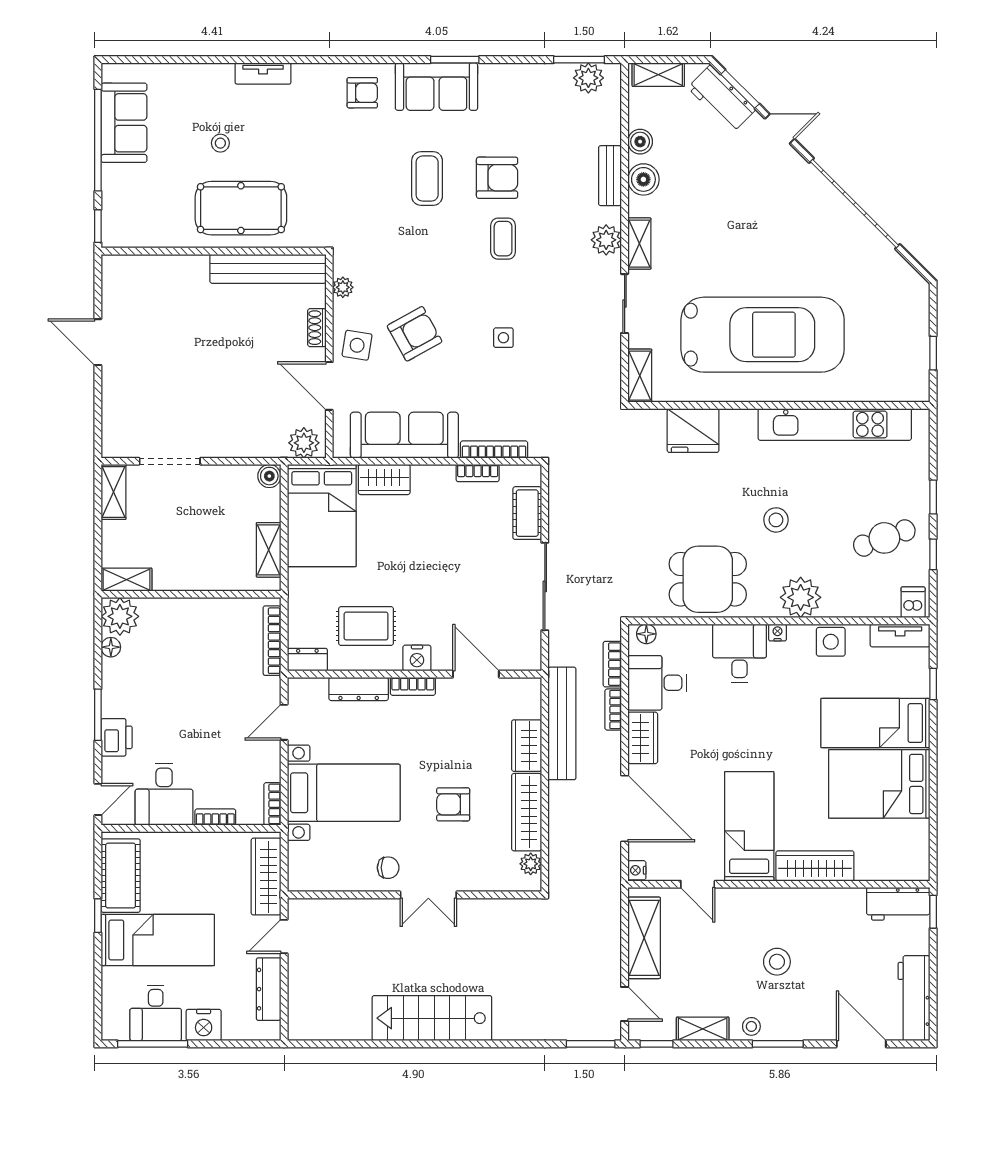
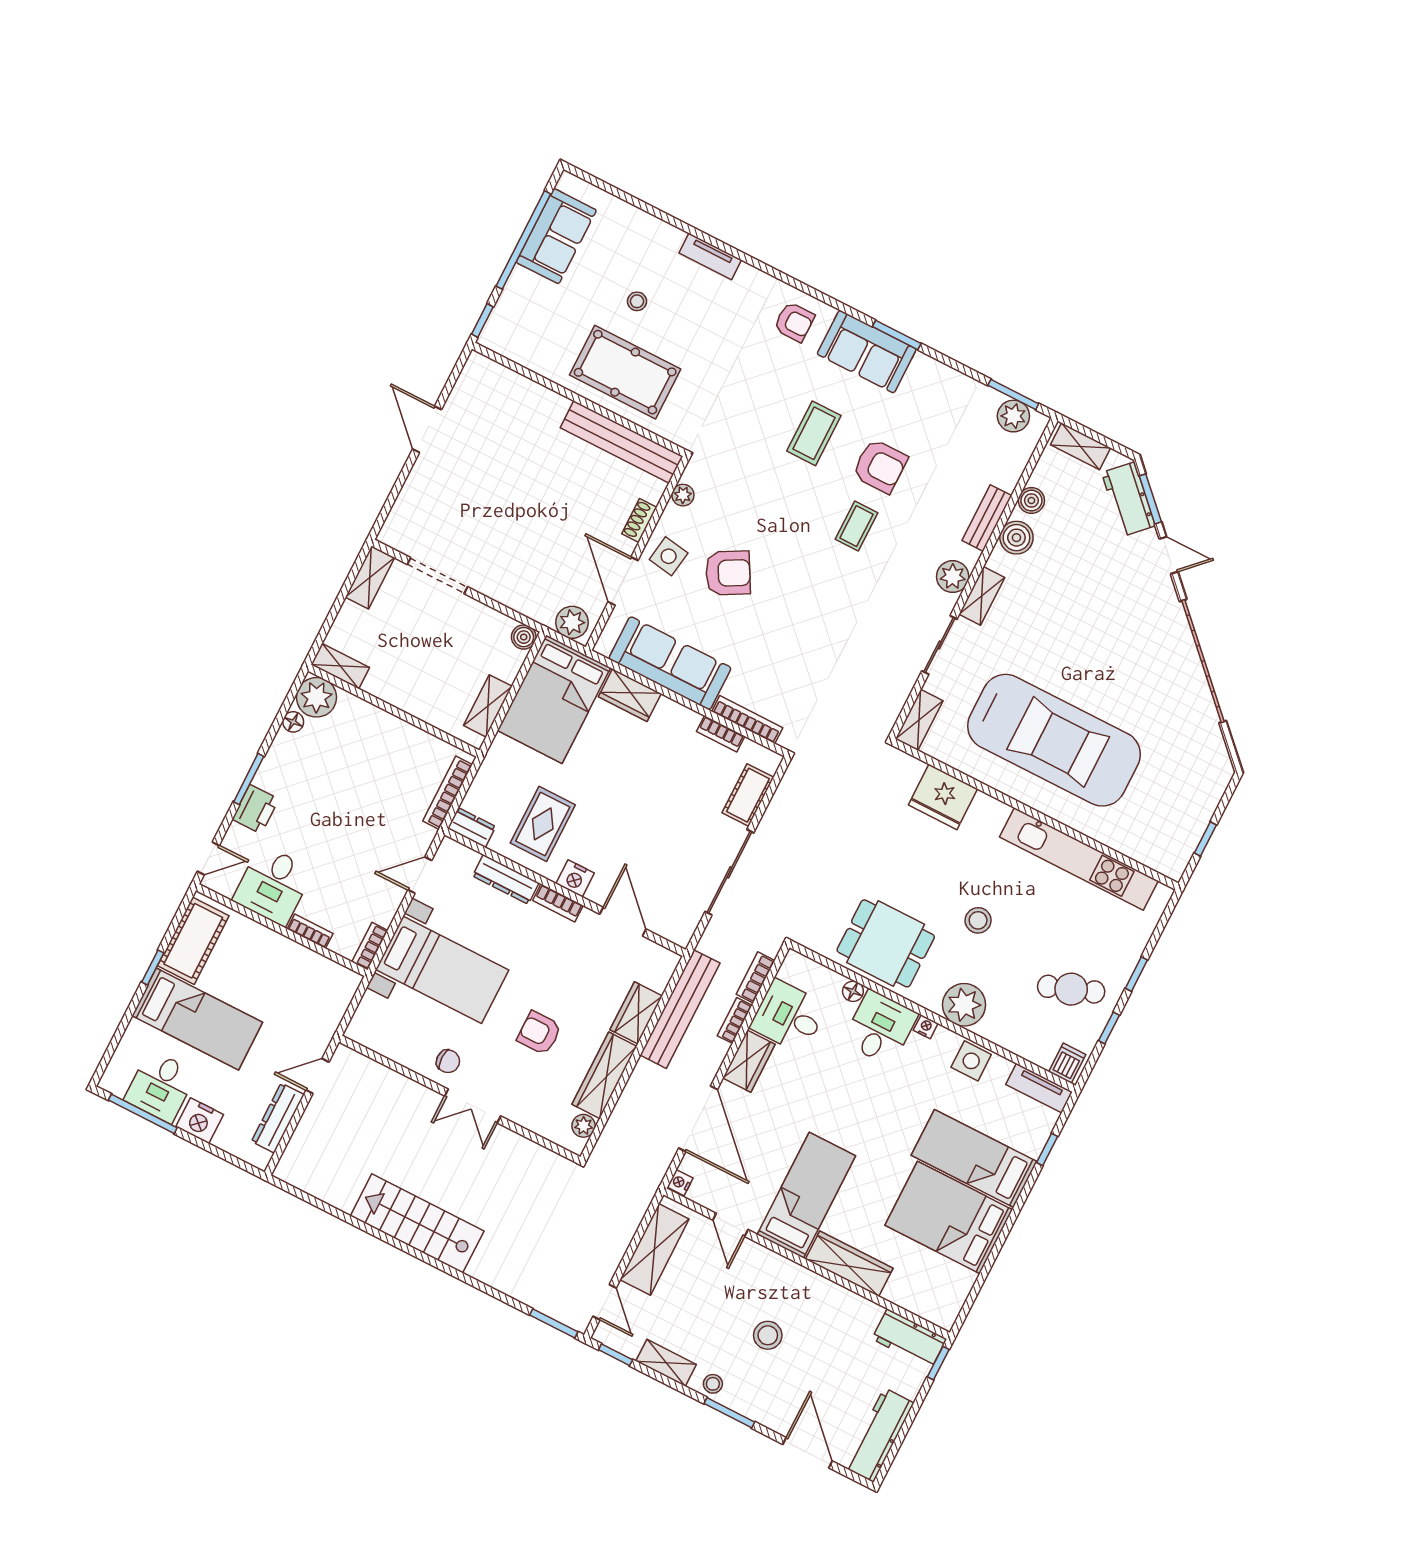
side table: (503, 338) -> (809, 619), removed
rug: (366, 626) -> (543, 824), turned 90
floor lamp: (646, 634) -> (853, 991), moved
wardrobe: (266, 877) -> (329, 1011), removed

